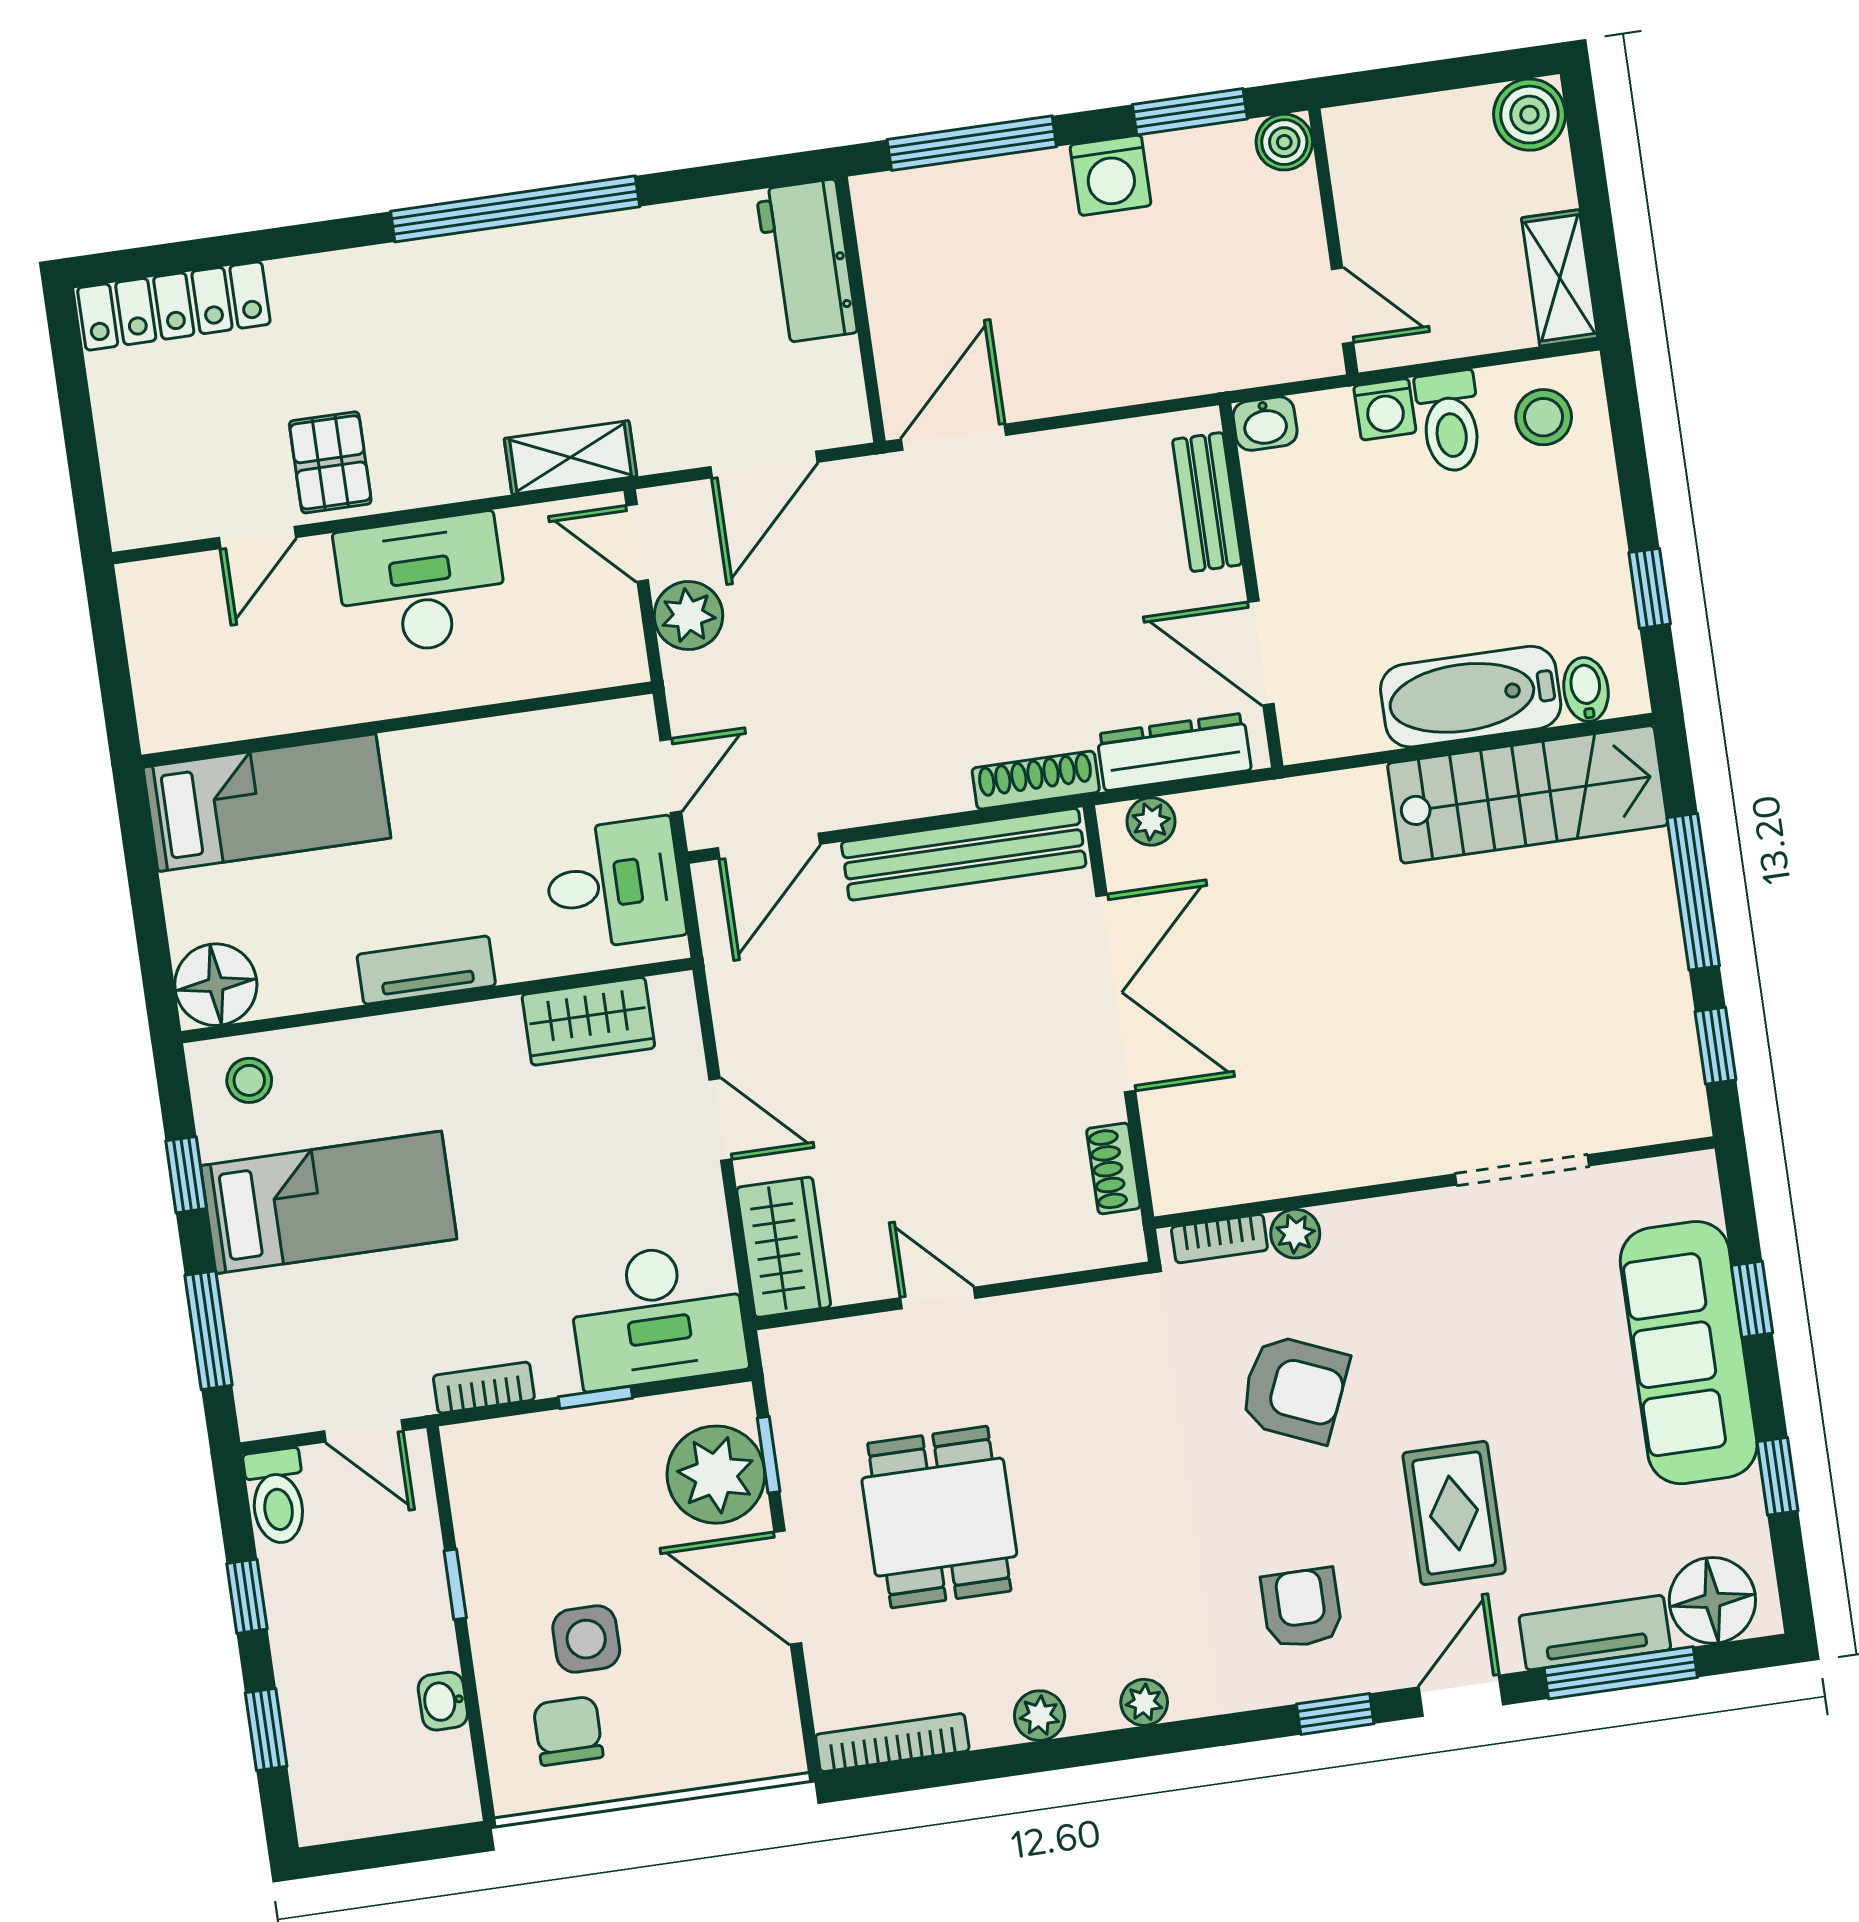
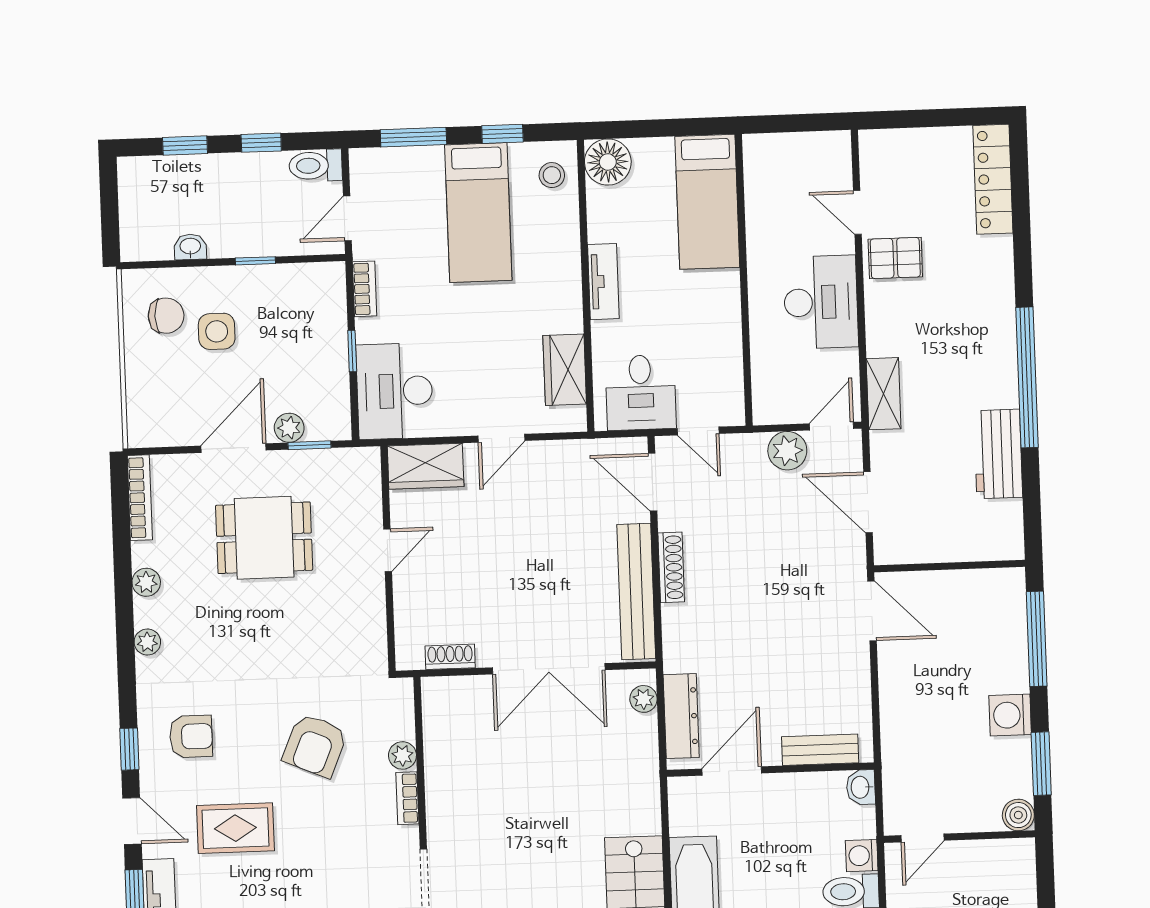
workbench: (807, 261) -> (998, 454), moved, turned -90
shoe rack: (1036, 780) -> (671, 567), moved
bookcase: (1219, 1239) -> (407, 798), moved
plant: (716, 1475) -> (289, 428), width x0.53, depth x0.53

